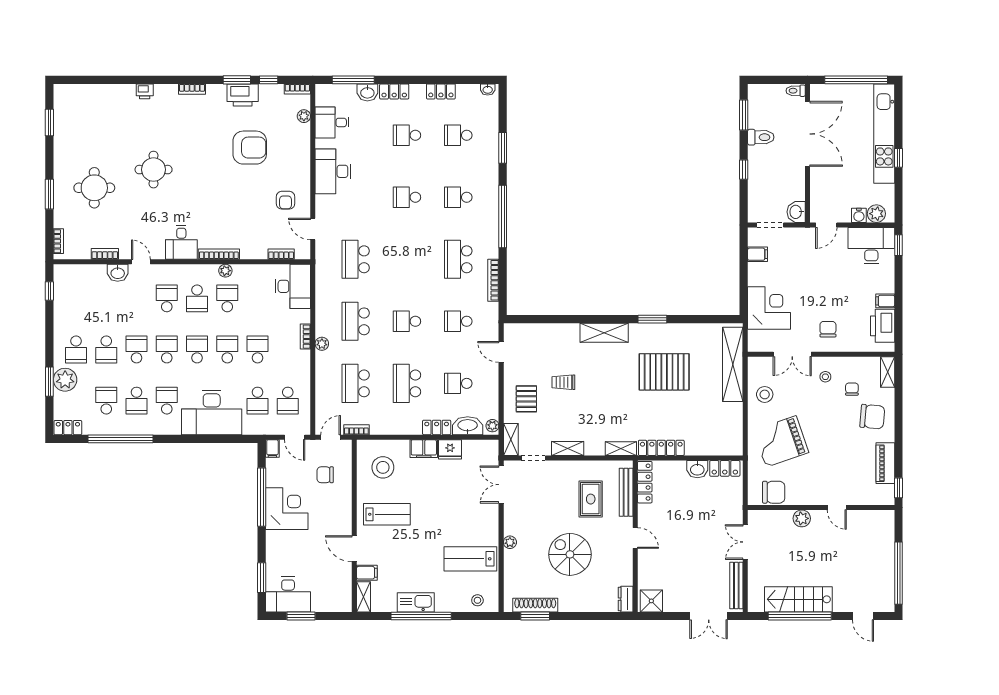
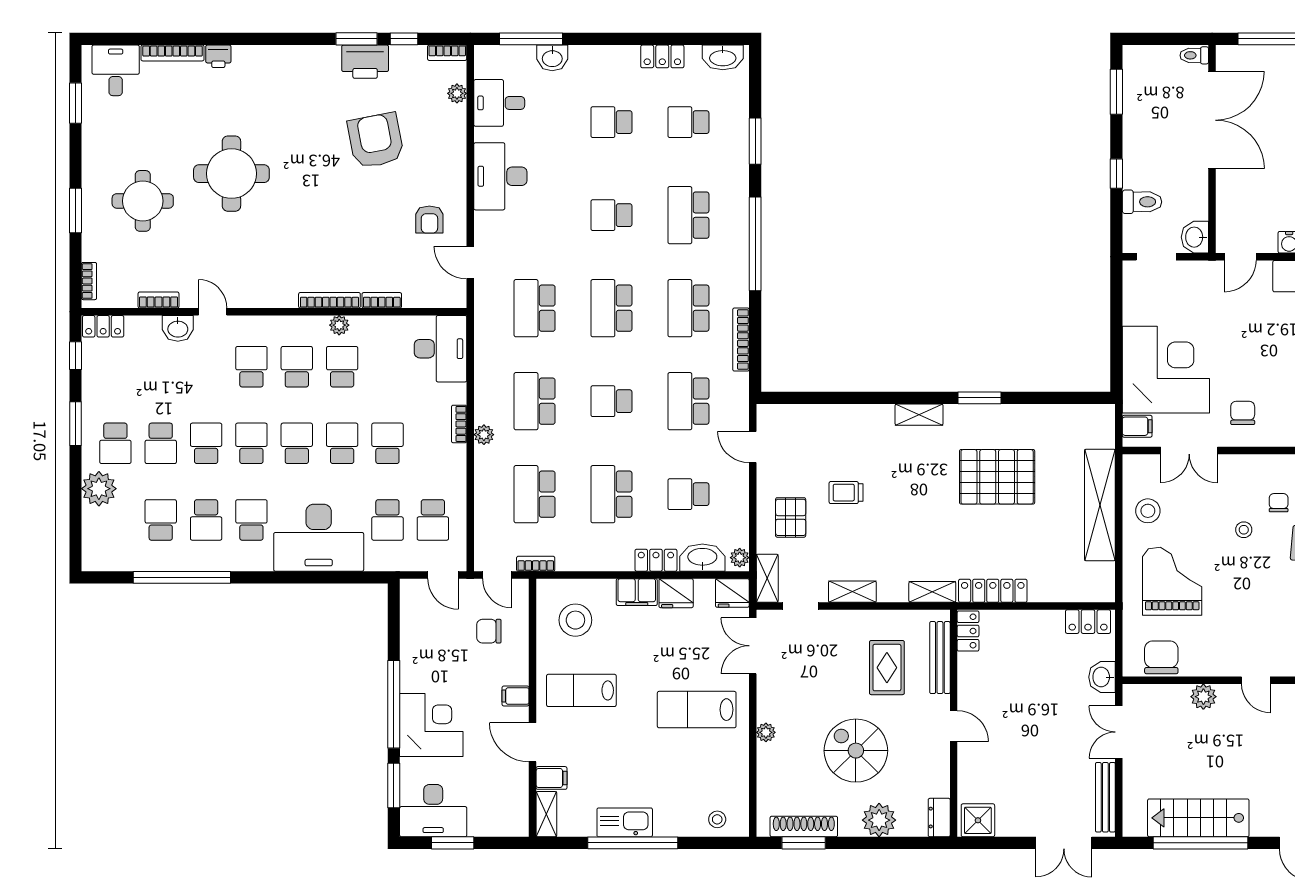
bookcase: (192, 89) -> (173, 53), moved, width x1.56
washbasin: (488, 89) -> (723, 57), width x1.91, depth x1.45
locker: (394, 91) -> (592, 56), removed
toilet: (761, 137) -> (1142, 202), moved
armchair: (250, 148) -> (376, 141), turned -101
round table: (154, 170) -> (231, 174), width x1.36, depth x1.36
school desk: (458, 197) -> (688, 215), width x1.85
desk: (181, 242) -> (116, 70), moved, turned 180
bookcase: (281, 254) -> (382, 300), moved
filing cabinet: (758, 254) -> (1137, 426), moved
school desk: (407, 259) -> (611, 308), added
school desk: (197, 298) -> (297, 367), turned 180
corner desk: (769, 308) -> (1166, 370), width x1.36, depth x1.36
school desk: (458, 321) -> (688, 401), width x1.85
shelving: (604, 333) -> (919, 415), width x0.67, depth x0.75
shelving: (733, 364) -> (1100, 505), moved
stool: (825, 377) -> (1244, 530), moved
window: (49, 382) -> (76, 424), moved
locker: (68, 428) -> (103, 326), moved, turned 180
door: (331, 437) -> (497, 575), swing flipped
grand piano: (781, 441) -> (1172, 581), turned 109
filing cabinet: (272, 449) -> (516, 696), moved, turned 90
fridge: (488, 449) -> (732, 593), added
washbasin: (697, 469) -> (1102, 677), moved, turned 90
locker: (645, 482) -> (968, 631), width x0.66
chair: (774, 492) -> (1161, 657), turned -90
window: (262, 497) -> (394, 704), moved
corner desk: (287, 509) -> (431, 725), moved
lab bench: (387, 514) -> (581, 690), turned 180
lab bench: (470, 559) -> (697, 710), moved
plant: (585, 601) -> (879, 820), added

